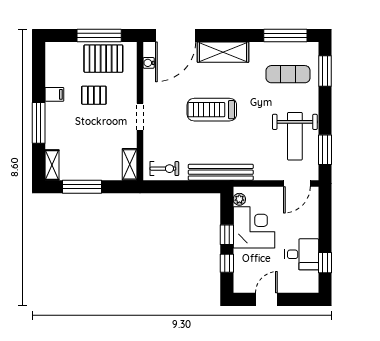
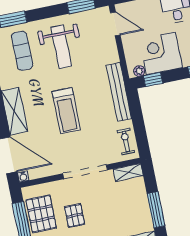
water cooler: (149, 63) -> (23, 177), moved
doorway: (140, 117) -> (85, 172), width x1.88
weight bench: (295, 136) -> (61, 47), moved, turned 90
window: (227, 235) -> (153, 79), moved

